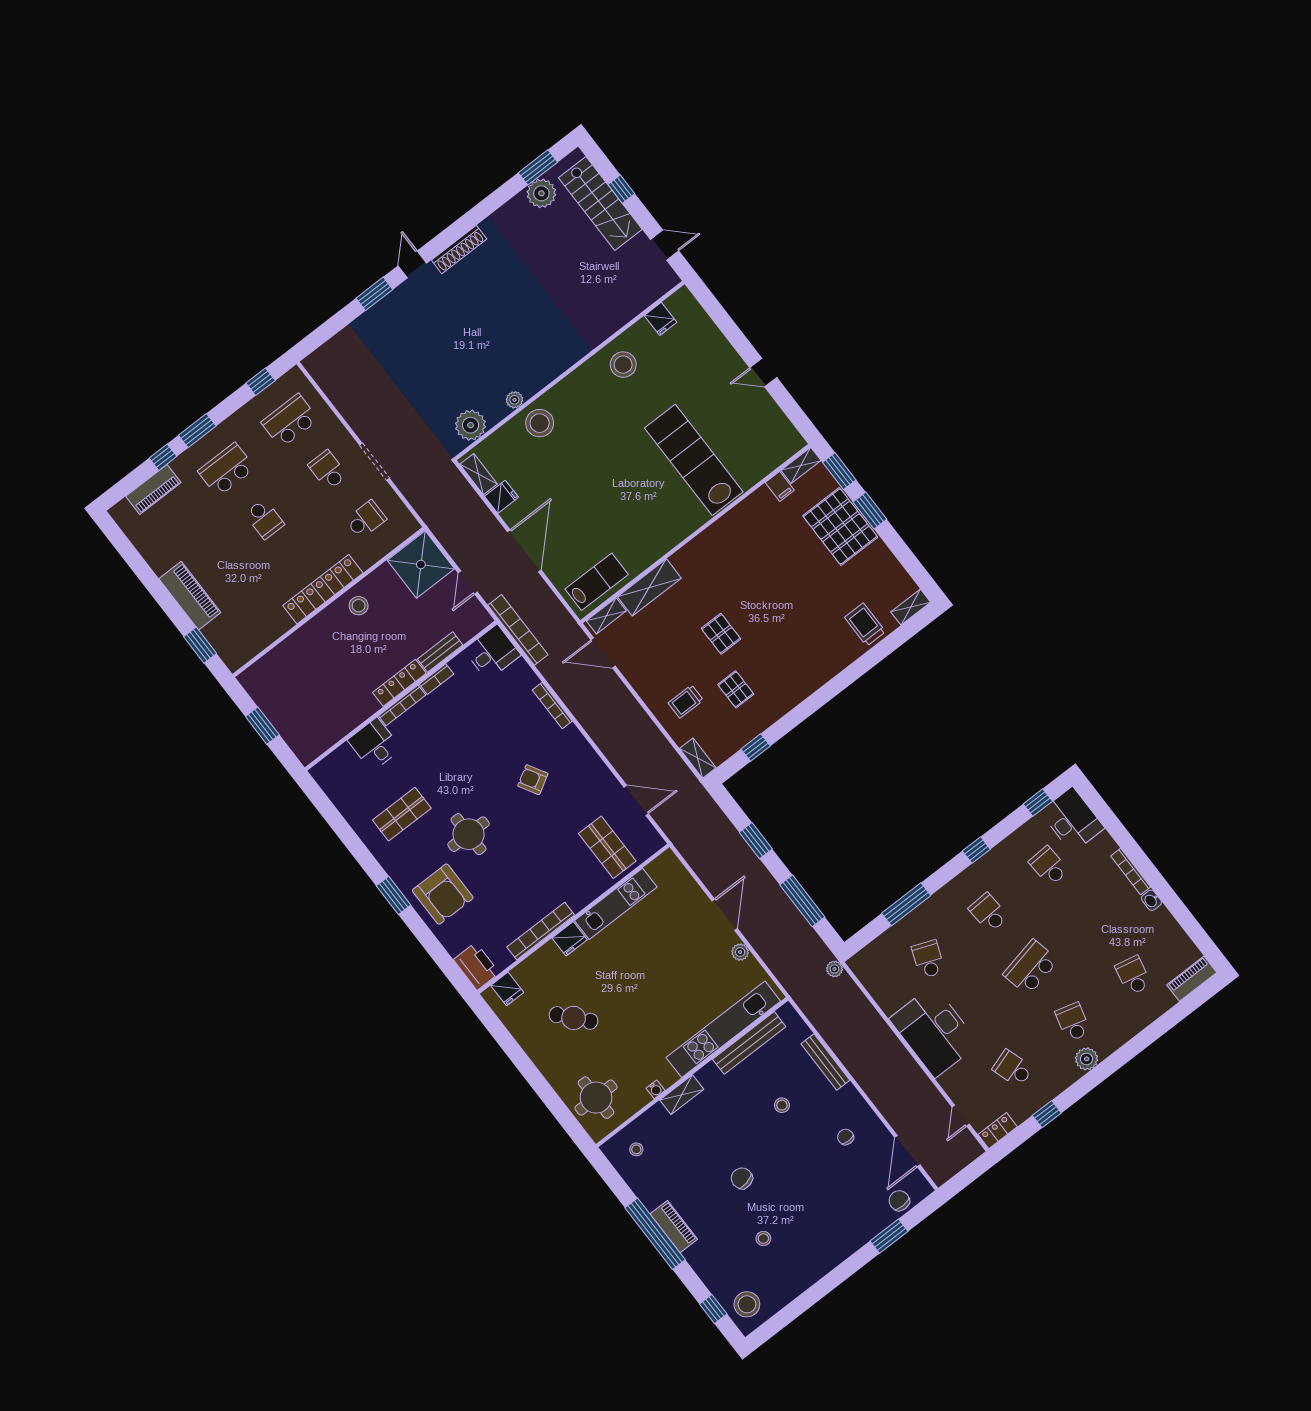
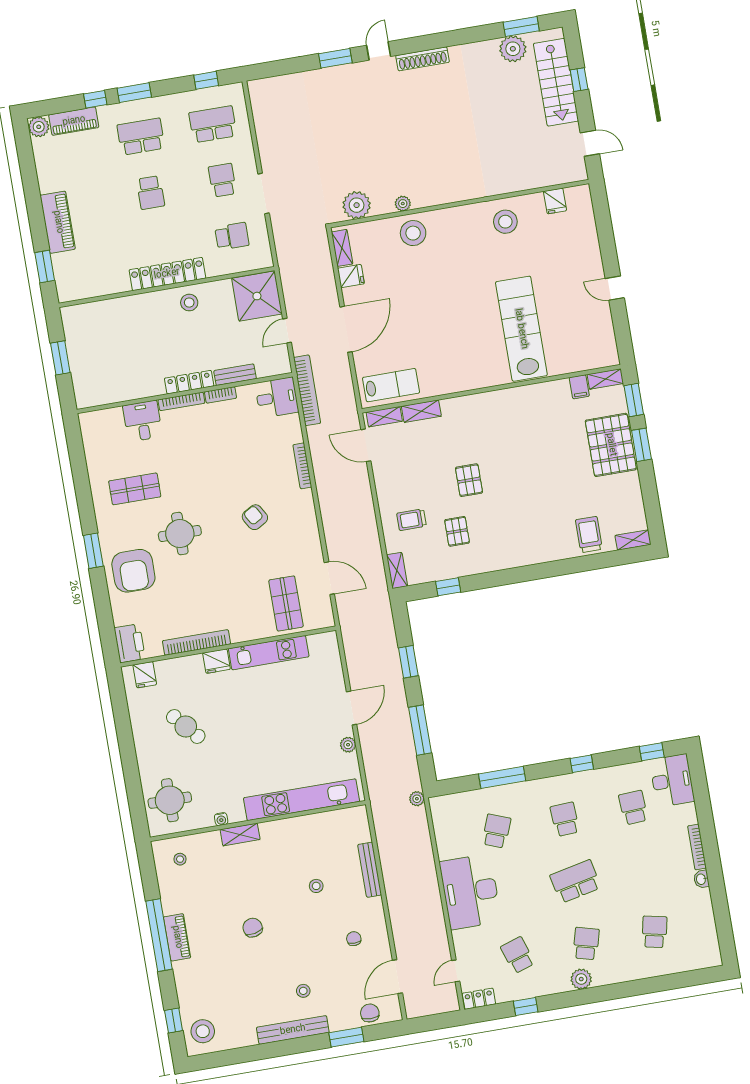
plant: (122, 513) -> (39, 127), added
shelving: (649, 587) -> (421, 411), width x0.67, depth x0.75
piano: (1192, 979) -> (700, 960), removed
bench: (749, 1043) -> (293, 1030), moved
stool: (763, 1239) -> (303, 991), moved

